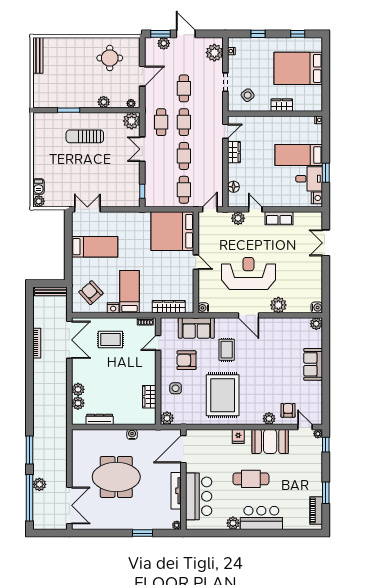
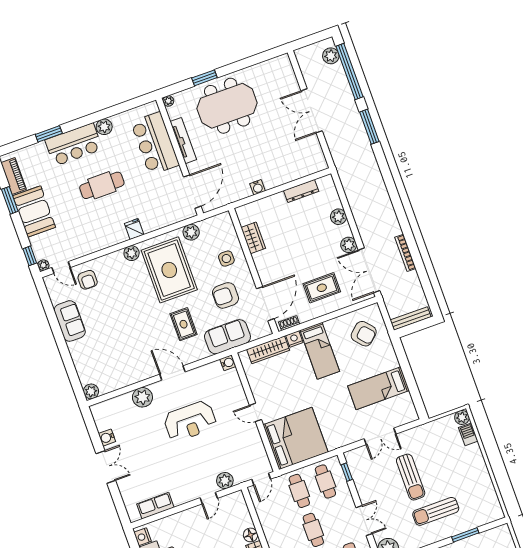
sun lounger: (85, 136) -> (436, 511), turned 180
sun lounger: (95, 170) -> (411, 477), added
floor lamp: (233, 187) -> (251, 535), moved
cafe table: (161, 190) -> (325, 482), added
double door: (87, 209) -> (380, 436), moved
door: (255, 209) -> (209, 498), hinge flipped
row of seats: (279, 218) -> (155, 506), moved
double door: (326, 243) -> (106, 467), moved
reception desk: (248, 273) -> (190, 421), width x0.74, depth x0.77
water cooler: (317, 307) -> (107, 438), moved
nightstand: (113, 308) -> (294, 339), moved
door: (158, 343) -> (265, 304), width x1.88
armchair: (186, 360) -> (226, 295), turned 180
sofa: (313, 364) -> (70, 321), moved
plant: (78, 403) -> (349, 245), moved
plant: (167, 418) -> (191, 232), moved
plant: (269, 419) -> (132, 253), moved
booth: (270, 441) -> (34, 211), moved, turned 90
meeting table: (116, 477) -> (227, 106), moved
plant: (39, 484) -> (331, 56), moved
double door: (69, 505) -> (312, 111), moved
window: (277, 533) -> (49, 134), added

